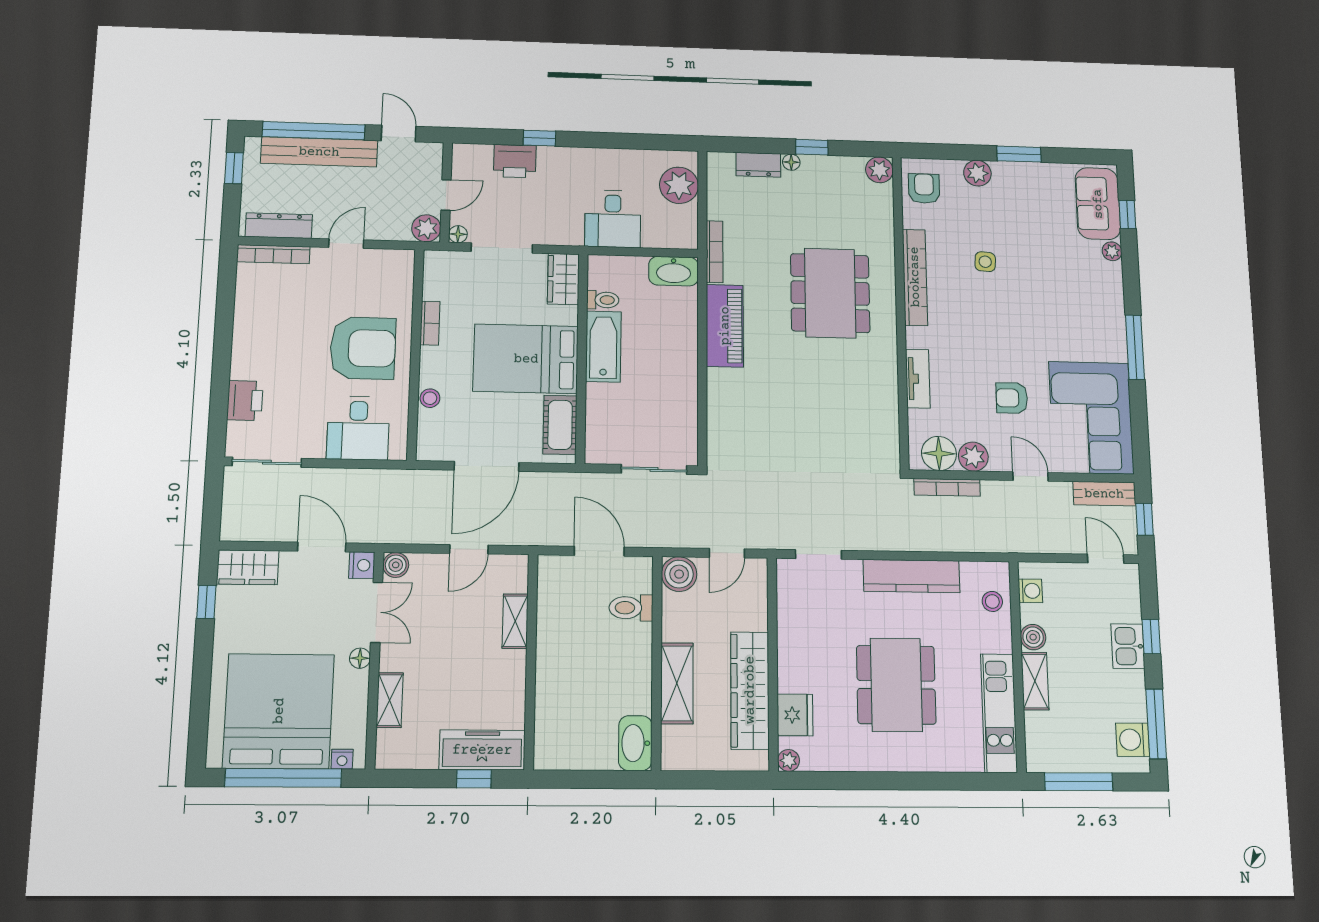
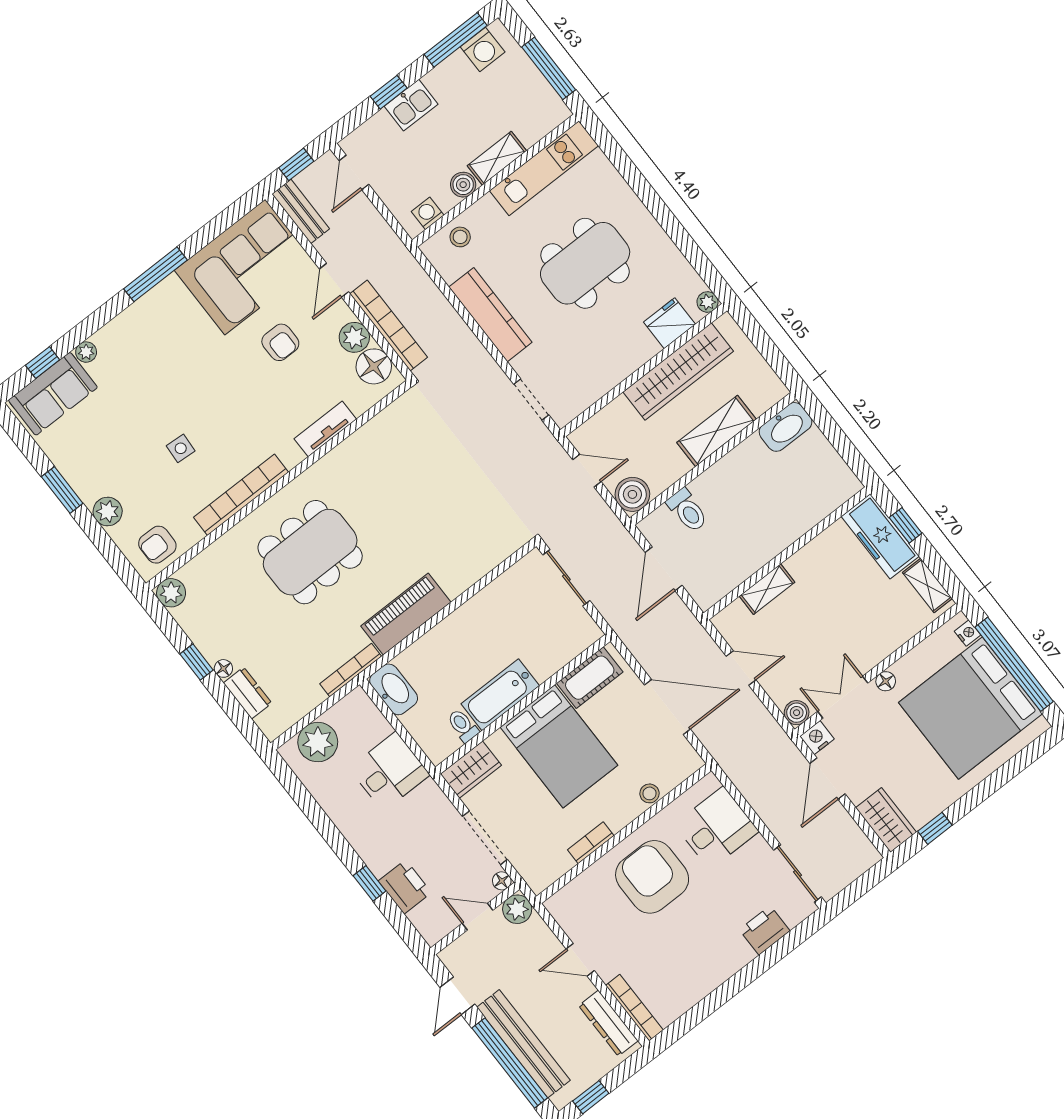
bookcase: (947, 487) -> (389, 325), width x1.48, depth x1.31
shelving: (390, 700) -> (927, 585), moved, turned 90

